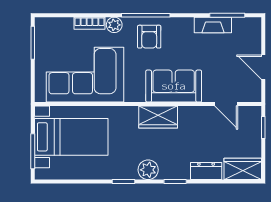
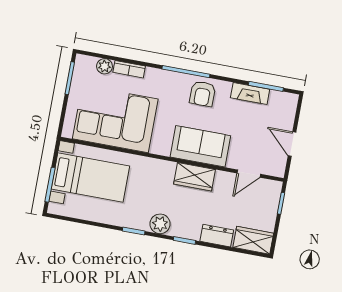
plant: (114, 25) -> (104, 66), moved
armchair: (149, 37) -> (203, 94), moved
door: (226, 104) -> (249, 174), hinge flipped
wardrobe: (158, 117) -> (195, 177), moved

